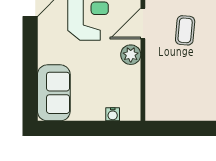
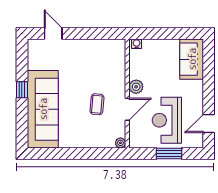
water cooler: (113, 114) -> (137, 44), moved

